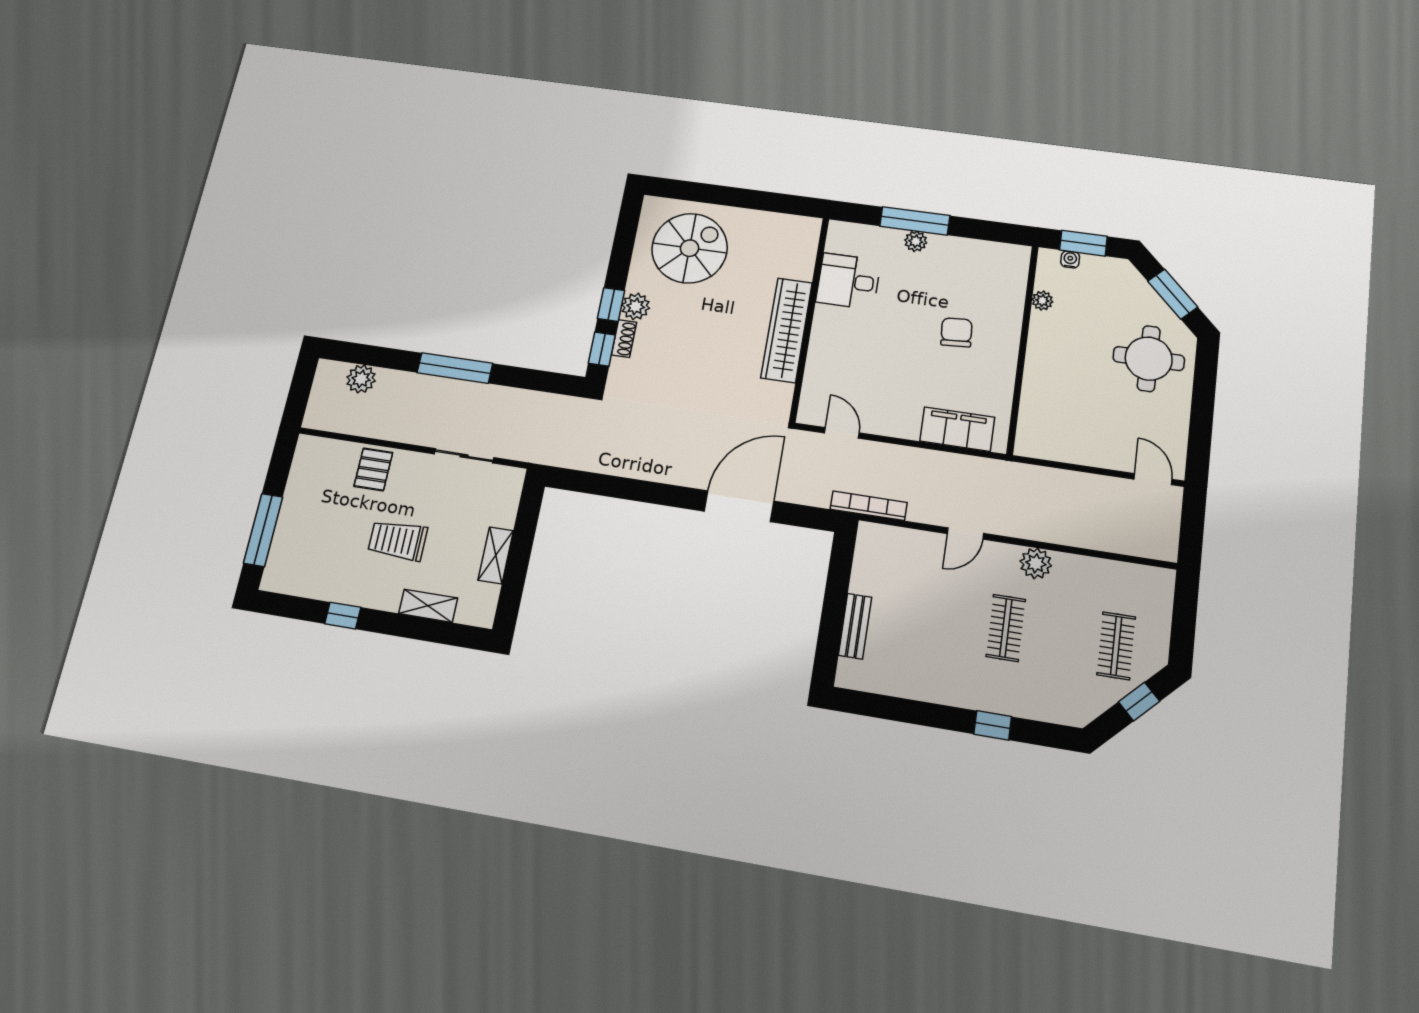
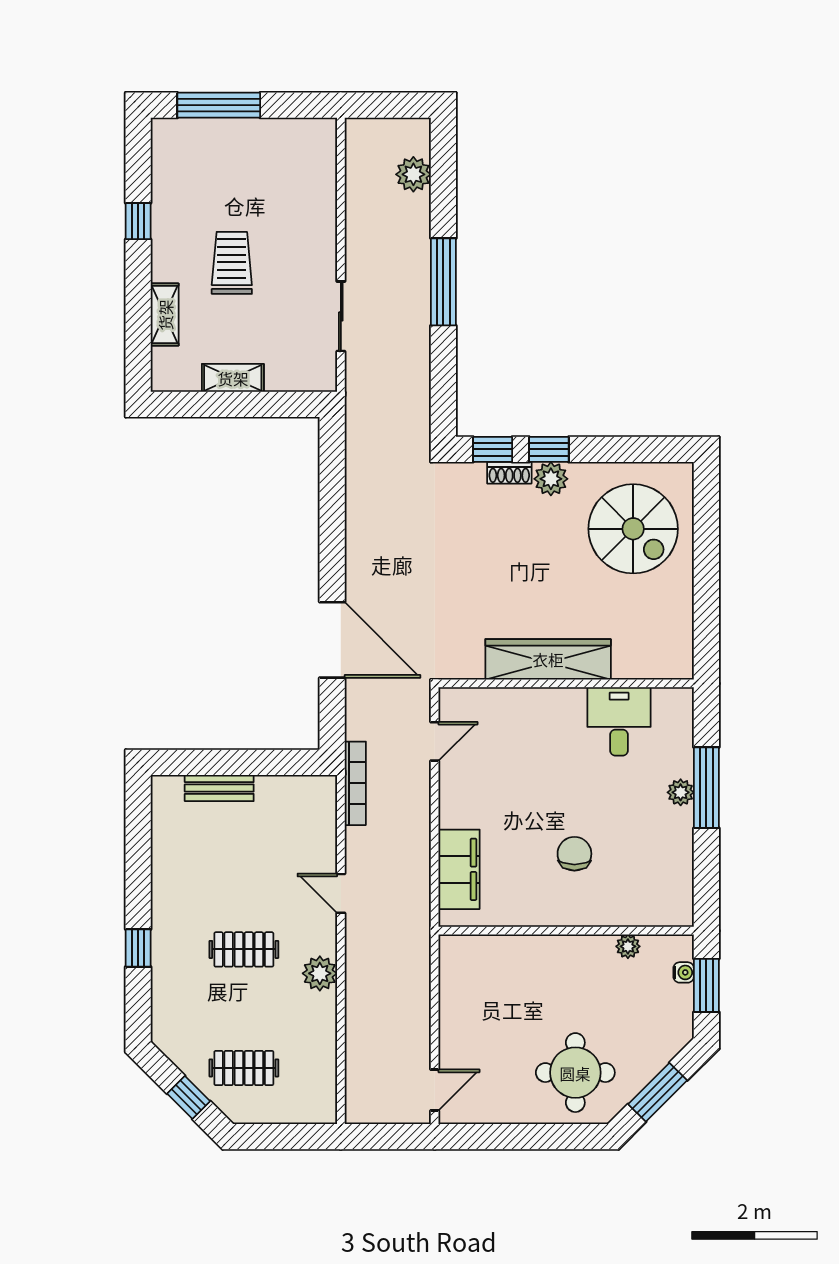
chair: (956, 332) -> (574, 854), turned -86
pallet: (373, 469) -> (309, 215), removed

